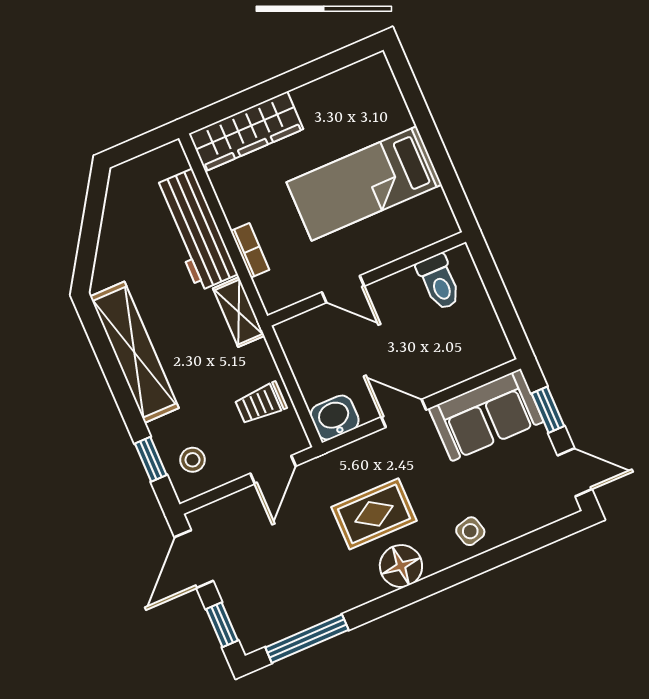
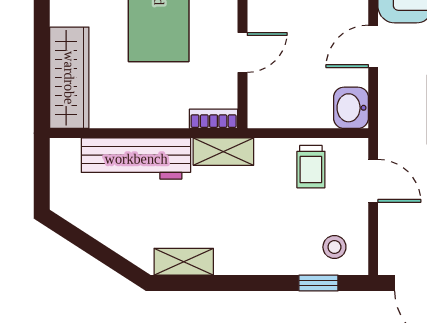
bookcase: (250, 250) -> (214, 119), moved
shelving: (134, 352) -> (184, 262), width x0.45, depth x0.75

